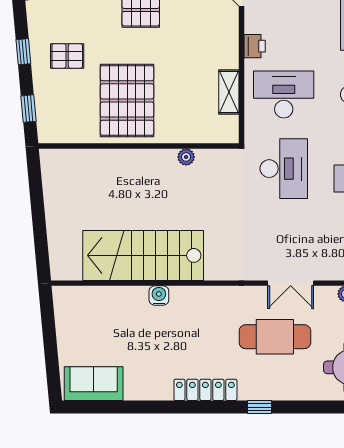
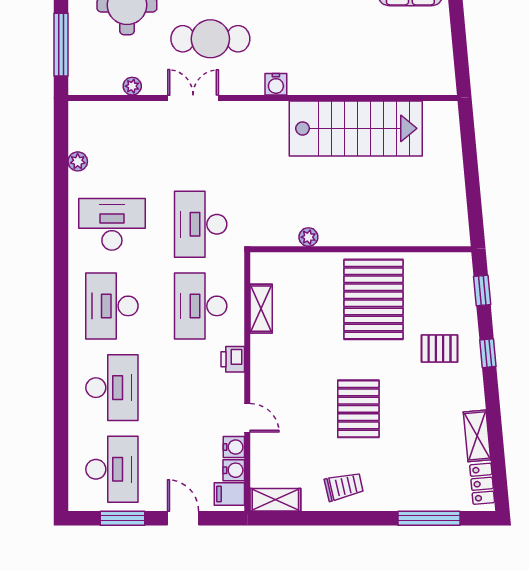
desk: (284, 95) -> (201, 306), turned 90
water cooler: (159, 296) -> (276, 84), moved

